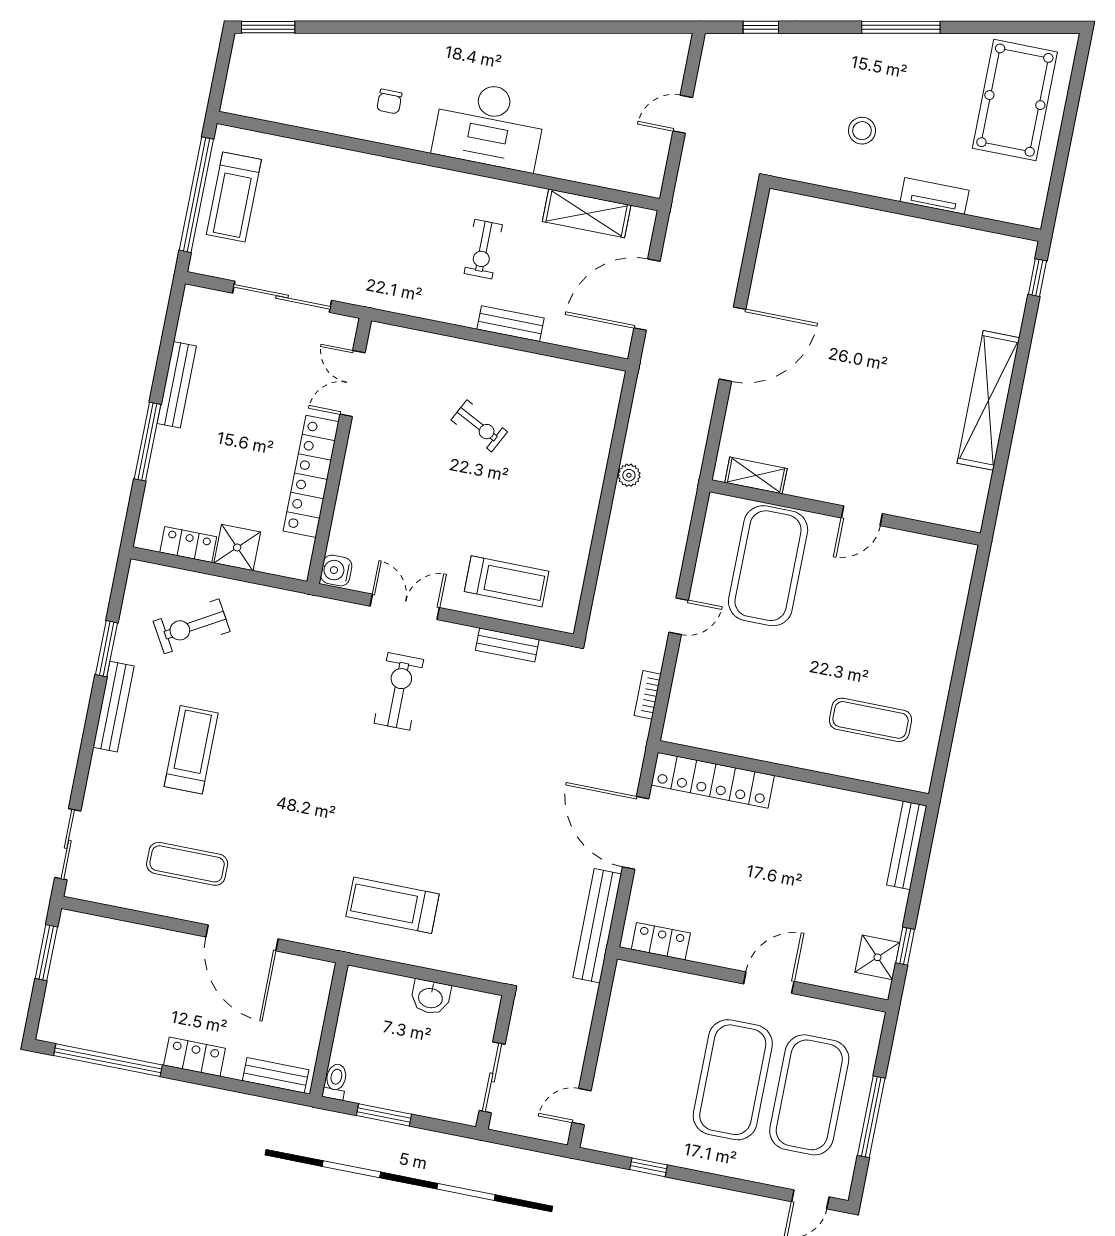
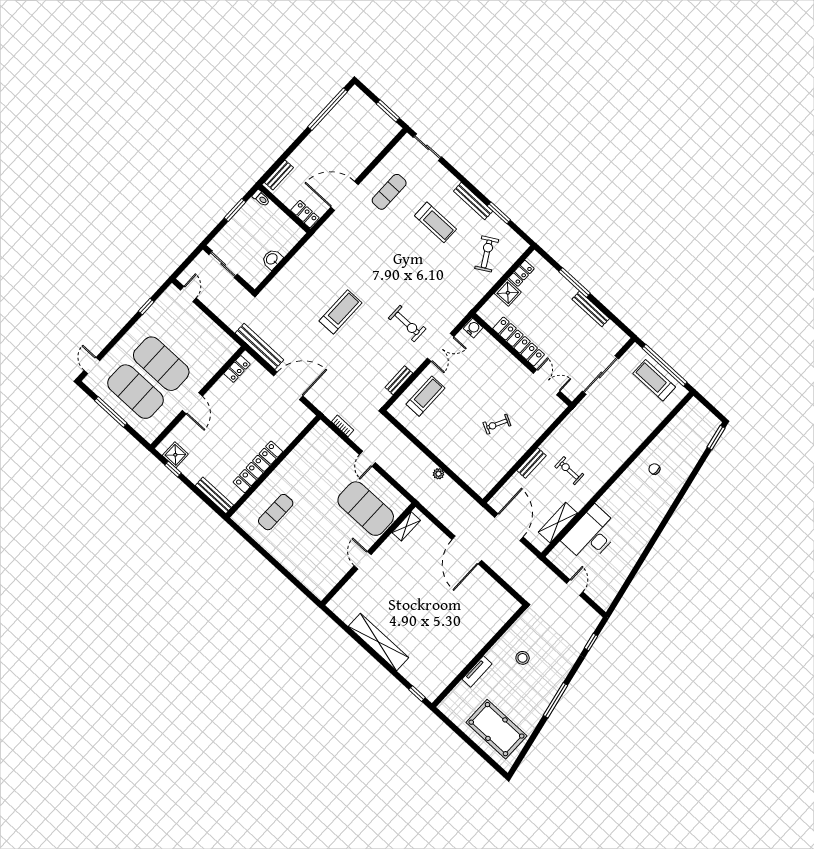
desk: (489, 125) -> (591, 535), moved
treadmill: (507, 581) -> (425, 396), turned 180
locker: (713, 780) -> (258, 467), moved
treadmill: (393, 905) -> (341, 312), moved
locker: (195, 1057) -> (305, 214), moved, turned -90

